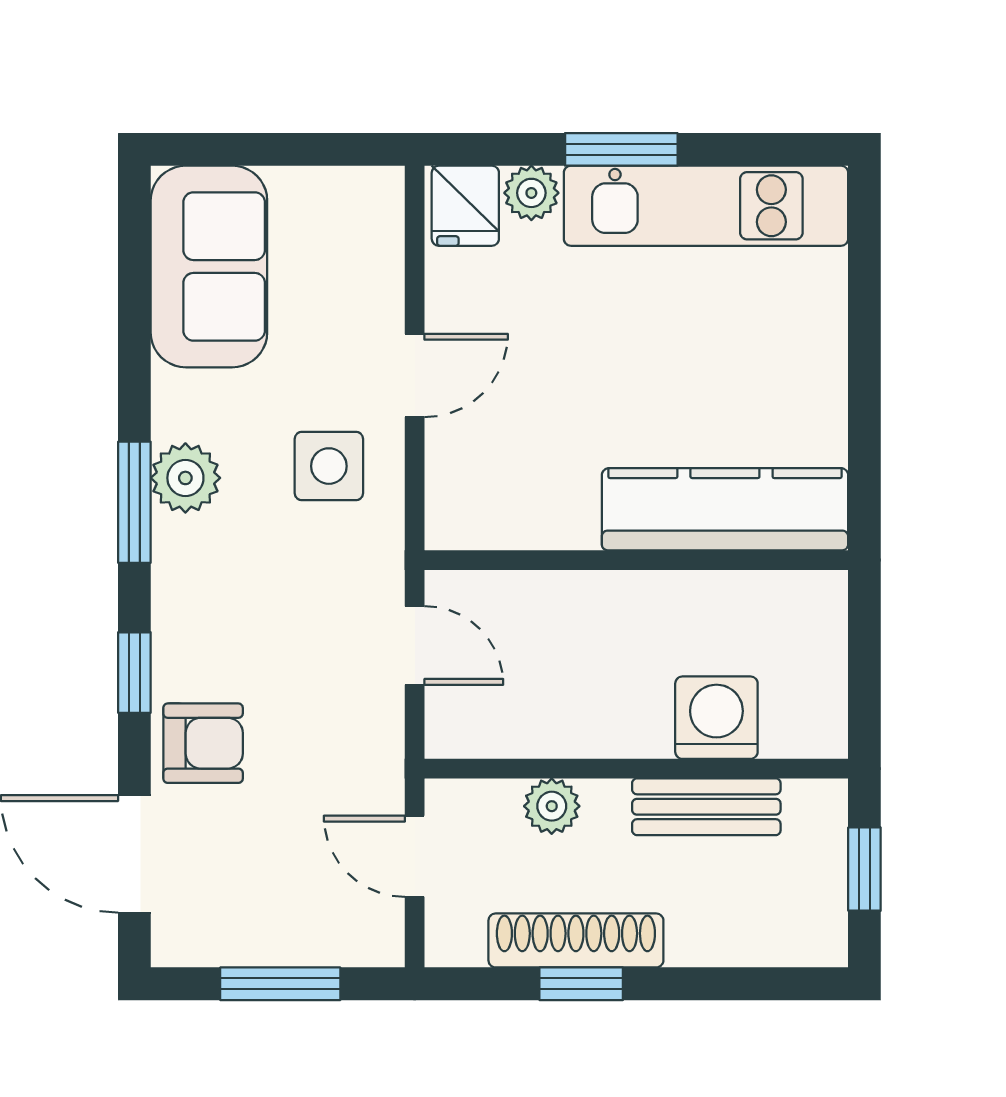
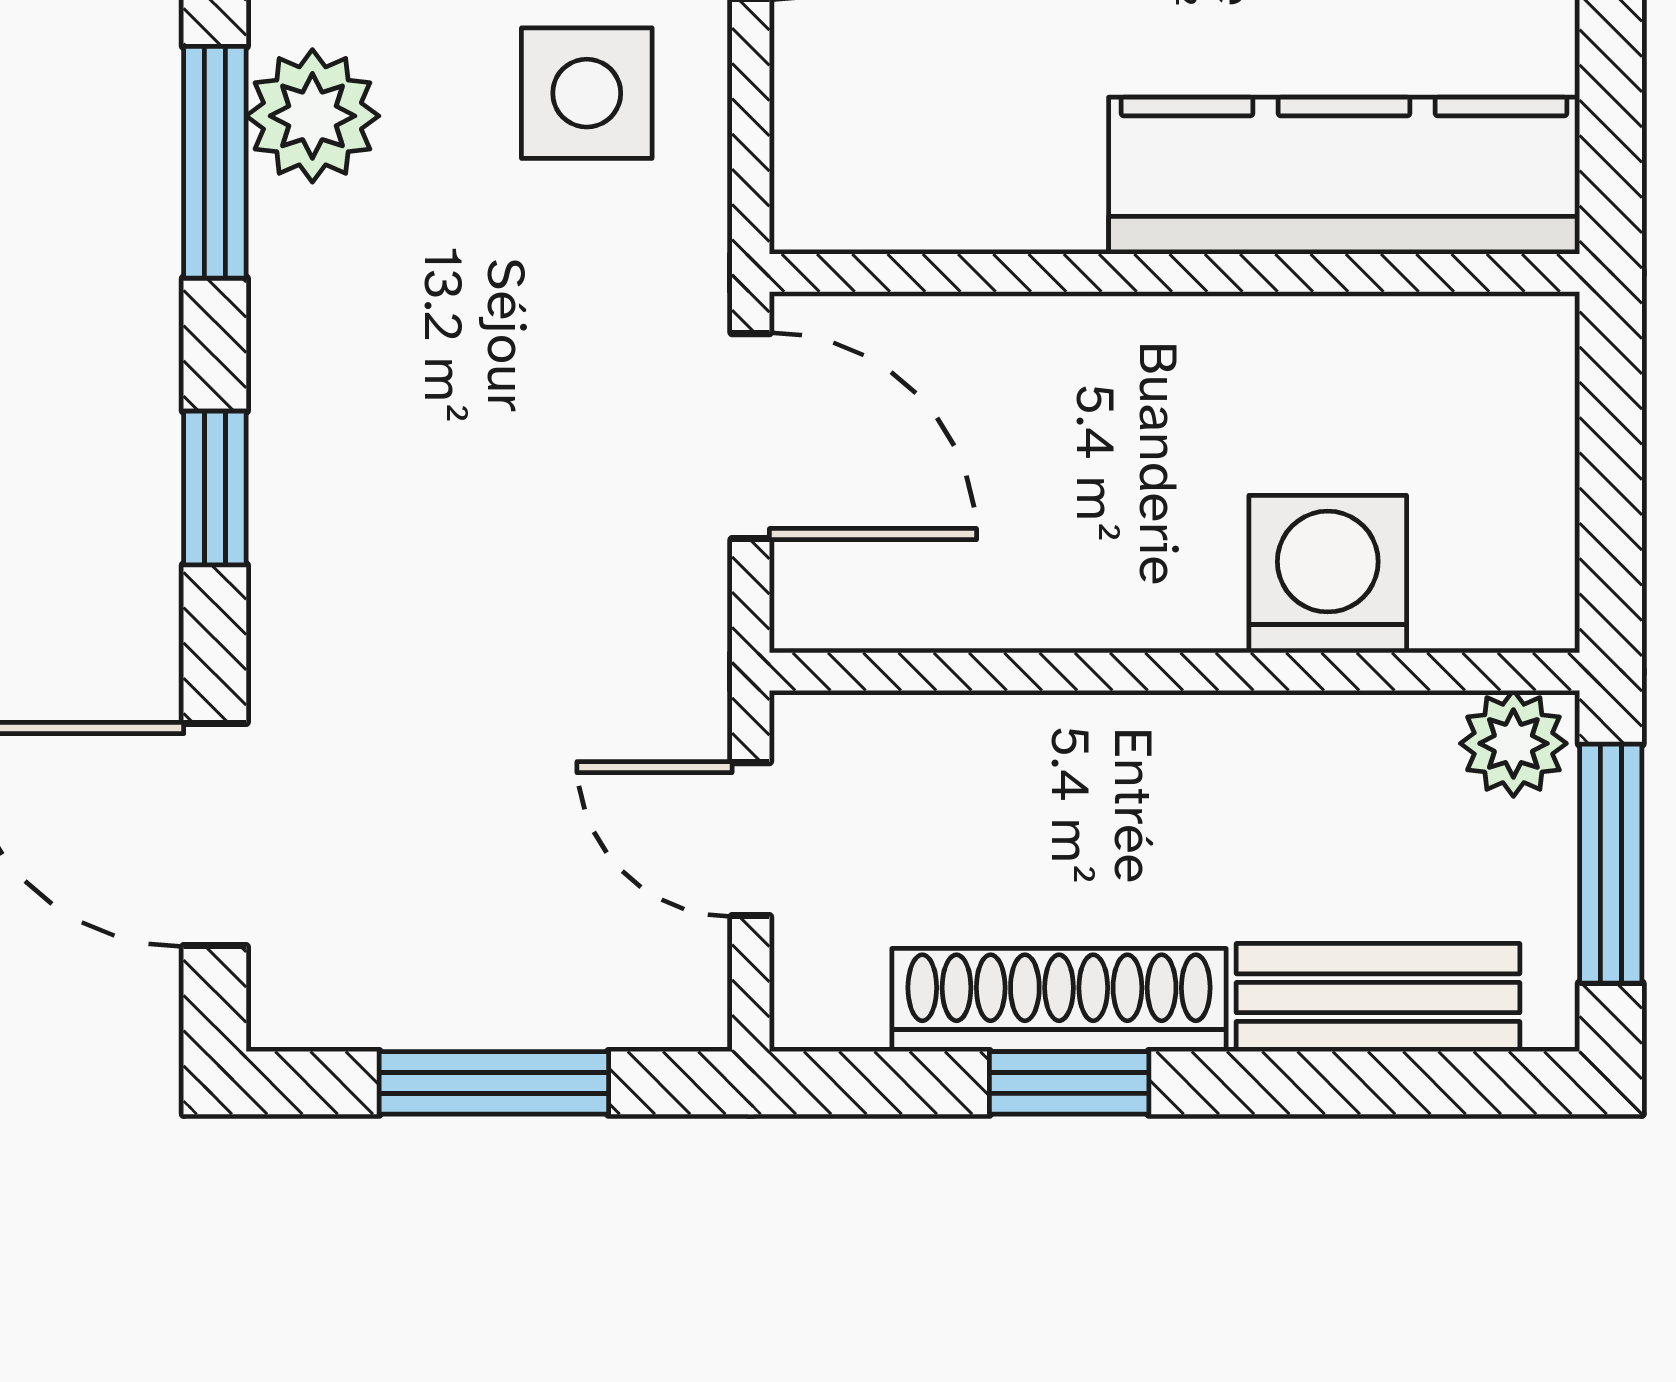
door: (415, 645) -> (751, 436), width x1.38
armchair: (203, 743) -> (346, 623), removed
plant: (552, 806) -> (1513, 743), moved
bench: (706, 807) -> (1378, 998), moved
window: (864, 869) -> (1611, 864), width x1.50

